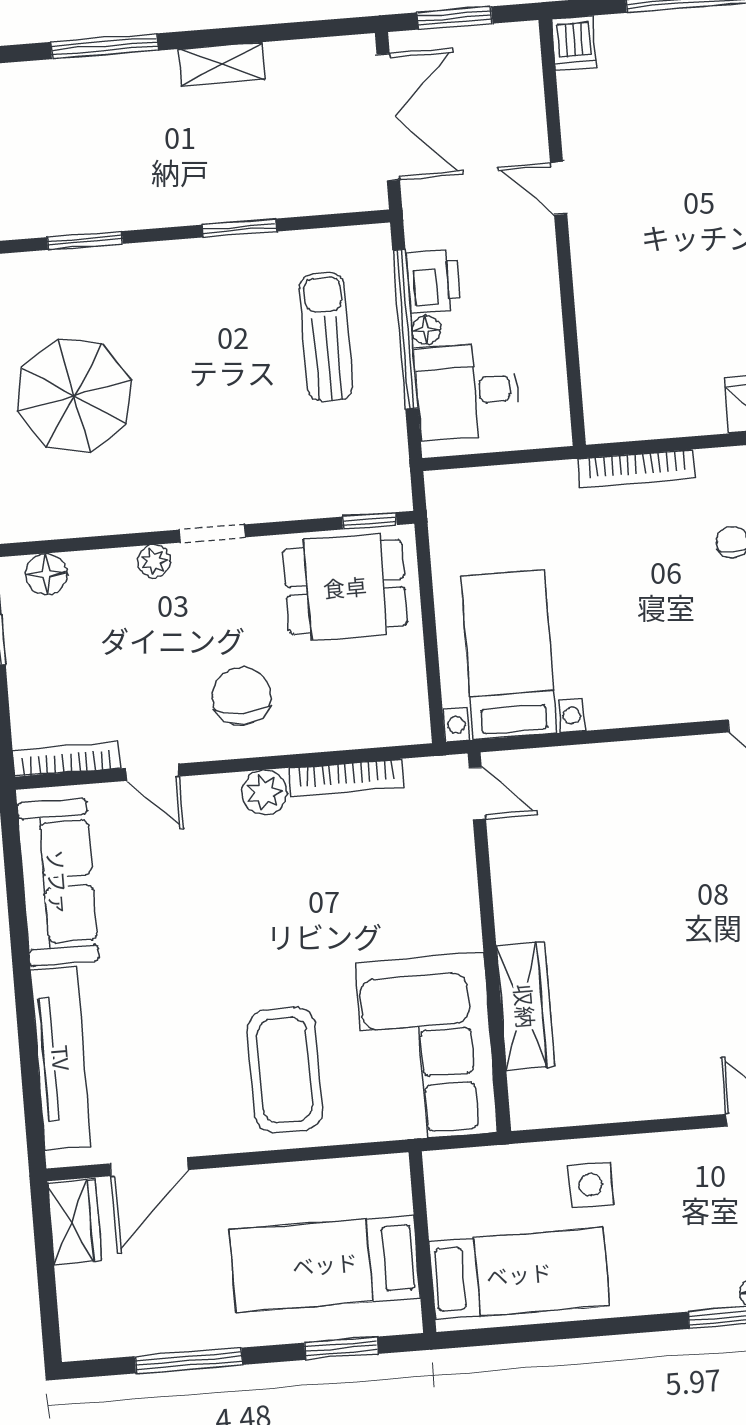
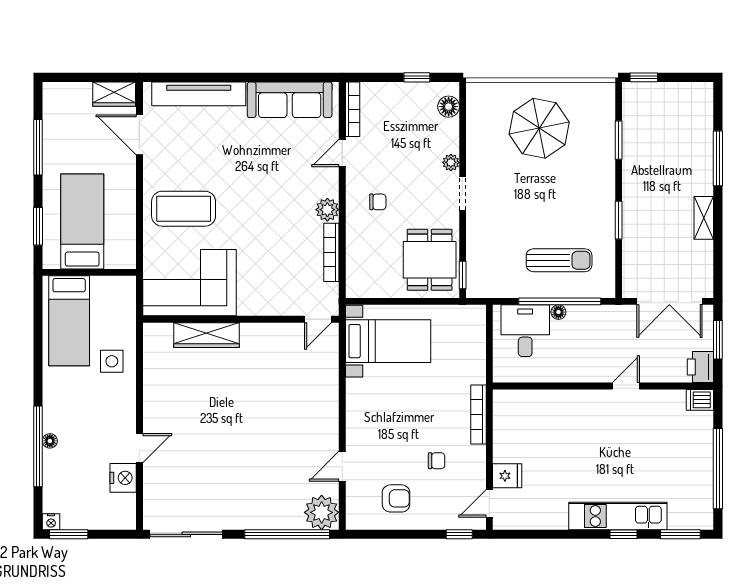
printer: (433, 281) -> (700, 367), moved, turned 90
chair: (241, 696) -> (378, 202), width x0.54, depth x0.54

